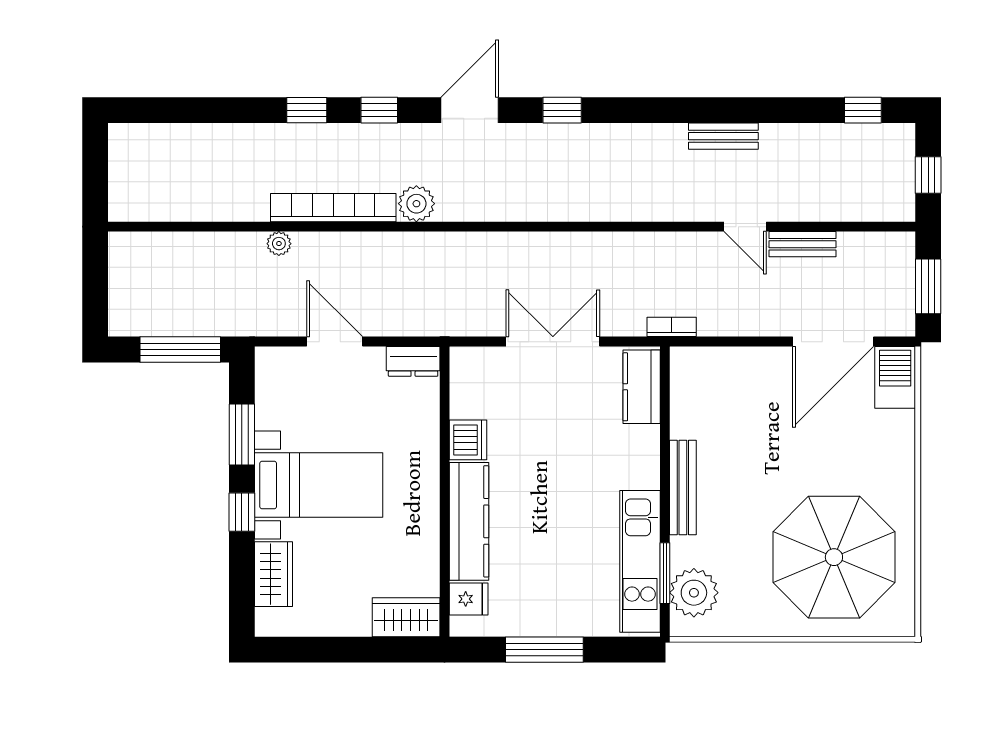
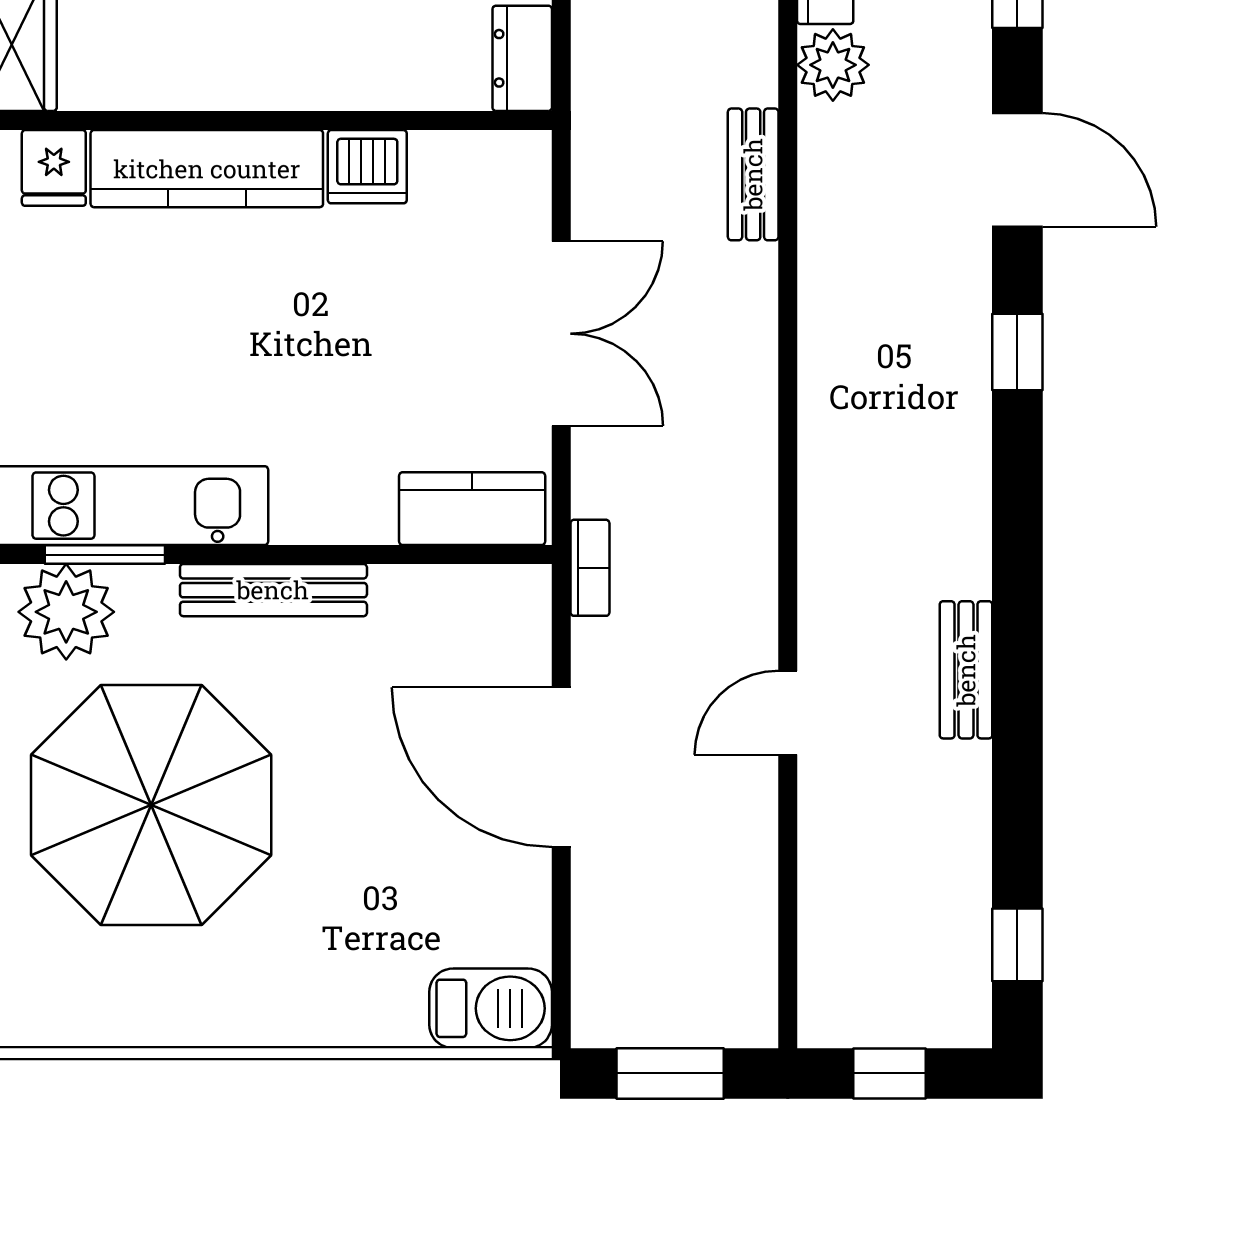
bench: (802, 244) -> (753, 174), moved
door: (833, 342) -> (561, 767), moved
parasol: (834, 557) -> (151, 805), moved

